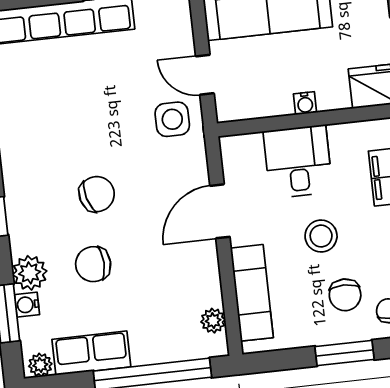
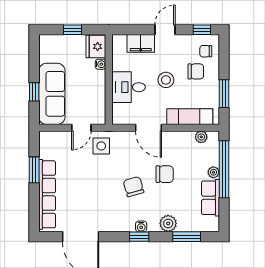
water cooler: (305, 103) -> (101, 64), moved
chair: (93, 264) -> (165, 174), moved, turned -88
water cooler: (27, 305) -> (141, 226), moved
window: (344, 353) -> (224, 94), moved
plant: (40, 365) -> (213, 172), moved

